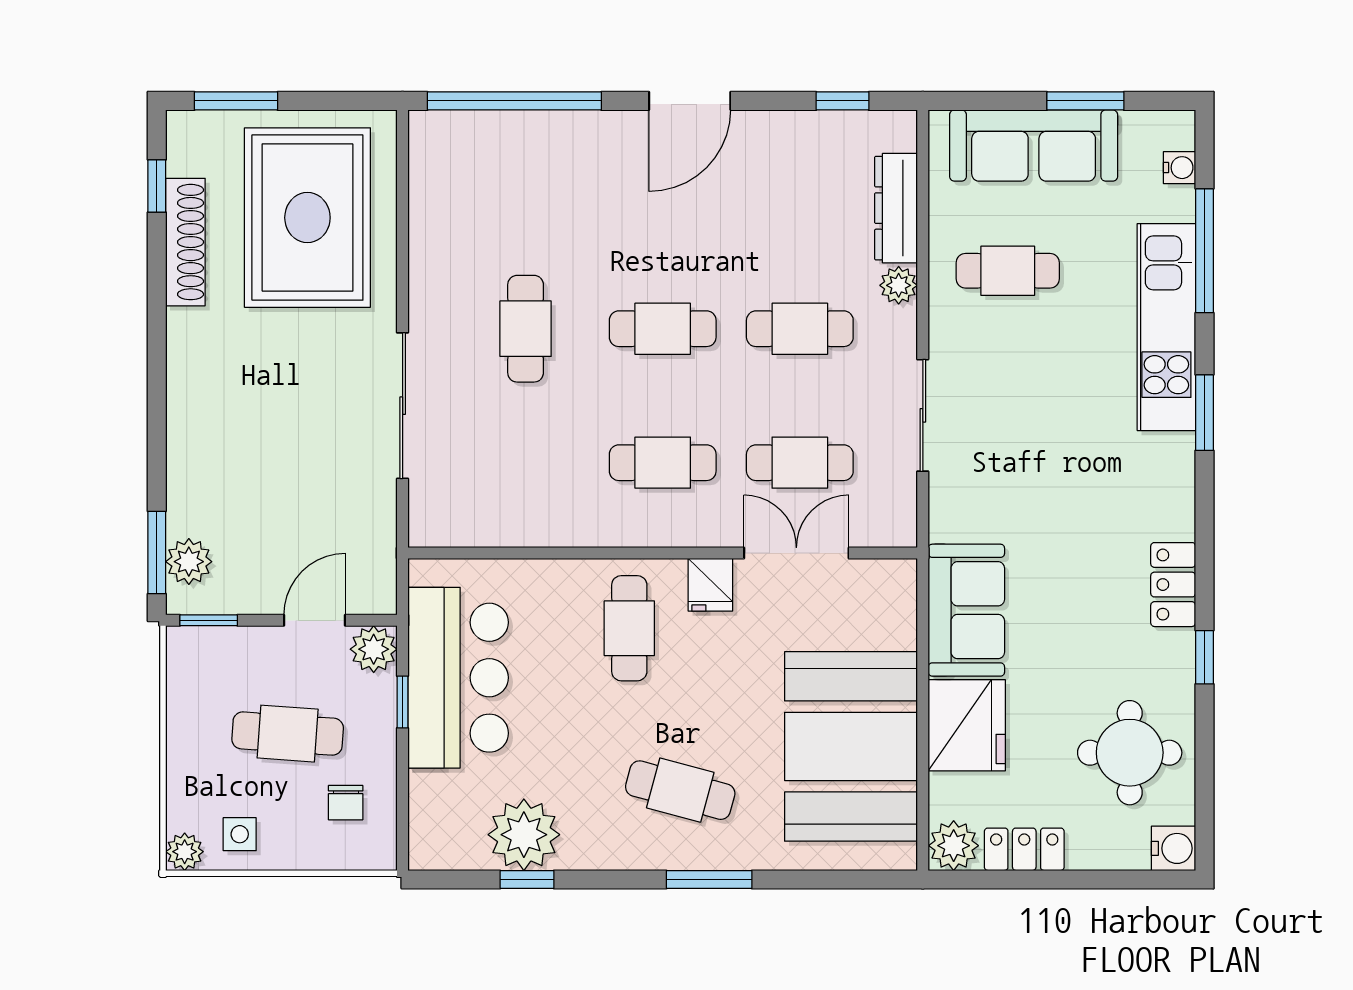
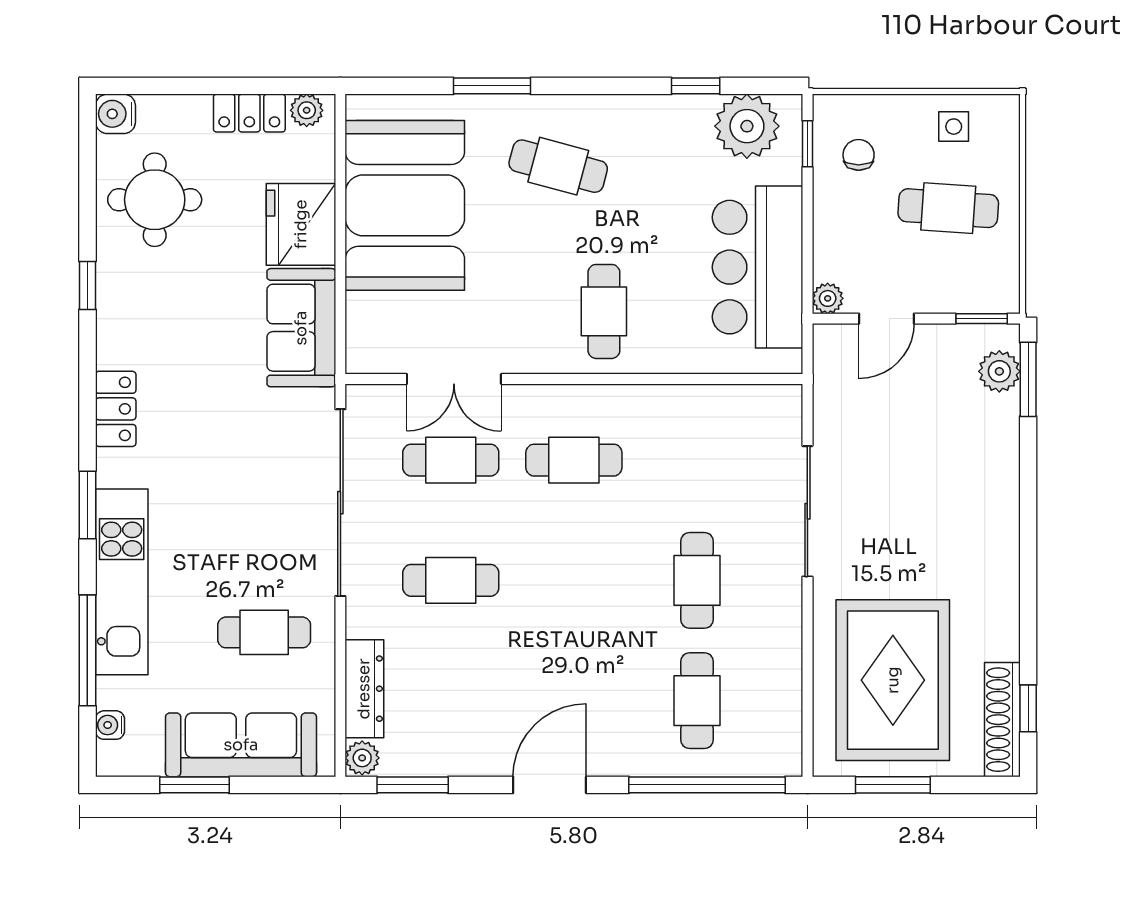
window: (236, 101) -> (893, 785), moved
window: (842, 101) -> (413, 785), width x1.50
shoe rack: (185, 242) -> (1002, 720), moved
plant: (899, 285) -> (362, 758), moved
cafe table: (663, 329) -> (697, 701), moved, turned 90
sliding door: (923, 415) -> (340, 503), width x1.86
fridge: (710, 585) -> (531, 350), removed
locker: (1173, 585) -> (116, 409), moved
plant: (374, 649) -> (828, 298), width x0.73, depth x0.73
window: (403, 702) -> (807, 144), moved
cafe table: (288, 734) -> (948, 208), moved
plant: (524, 835) -> (747, 126), moved
plant: (954, 846) -> (307, 110), width x0.73, depth x0.73
plant: (185, 852) -> (1003, 111), removed
window: (709, 880) -> (492, 86), moved

